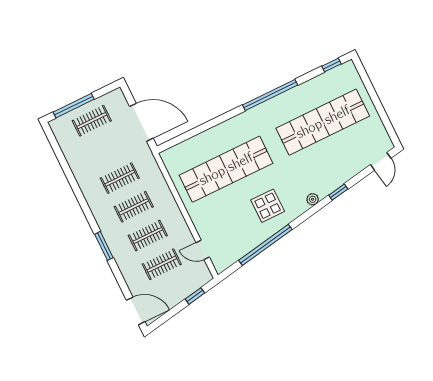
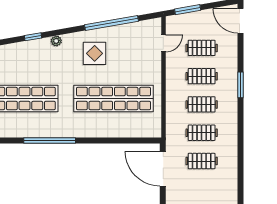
clothes rail: (92, 121) -> (202, 161), moved
door: (203, 250) -> (163, 43), hinge flipped
window: (195, 296) -> (188, 10), width x1.50

